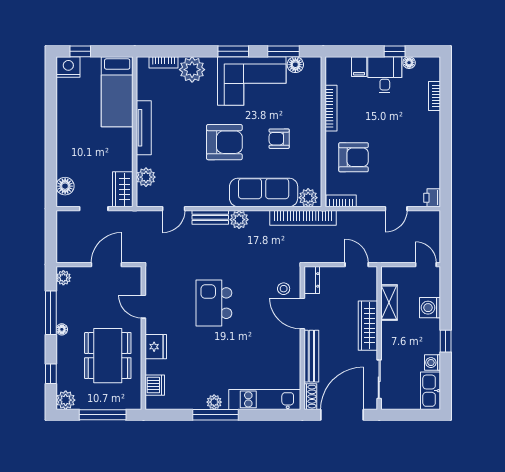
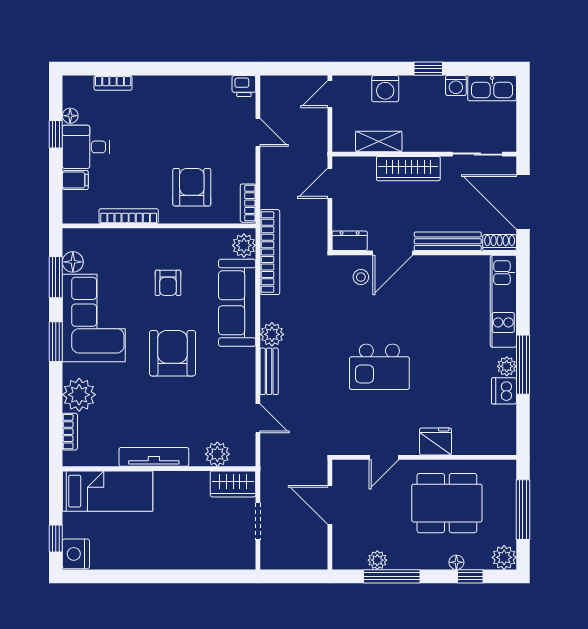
floor lamp: (65, 186) -> (229, 558), removed
plant: (63, 278) -> (377, 560), moved
floor lamp: (62, 329) -> (456, 562), moved
dishwasher: (155, 385) -> (504, 391), moved, turned -90

